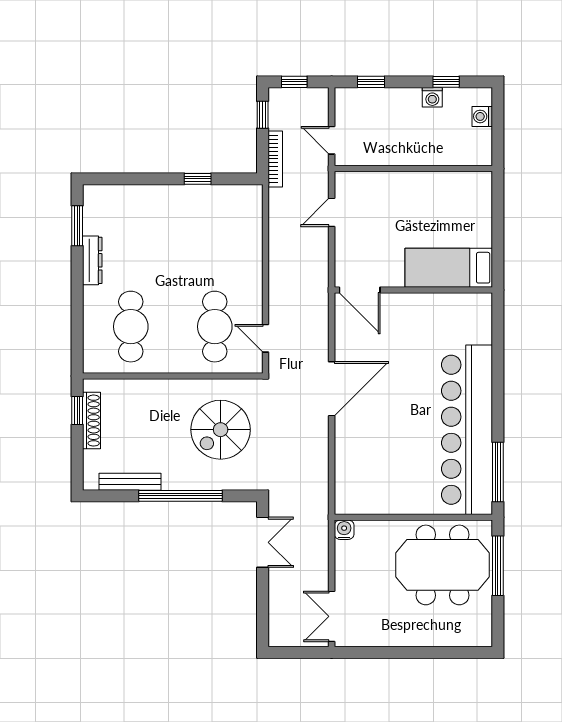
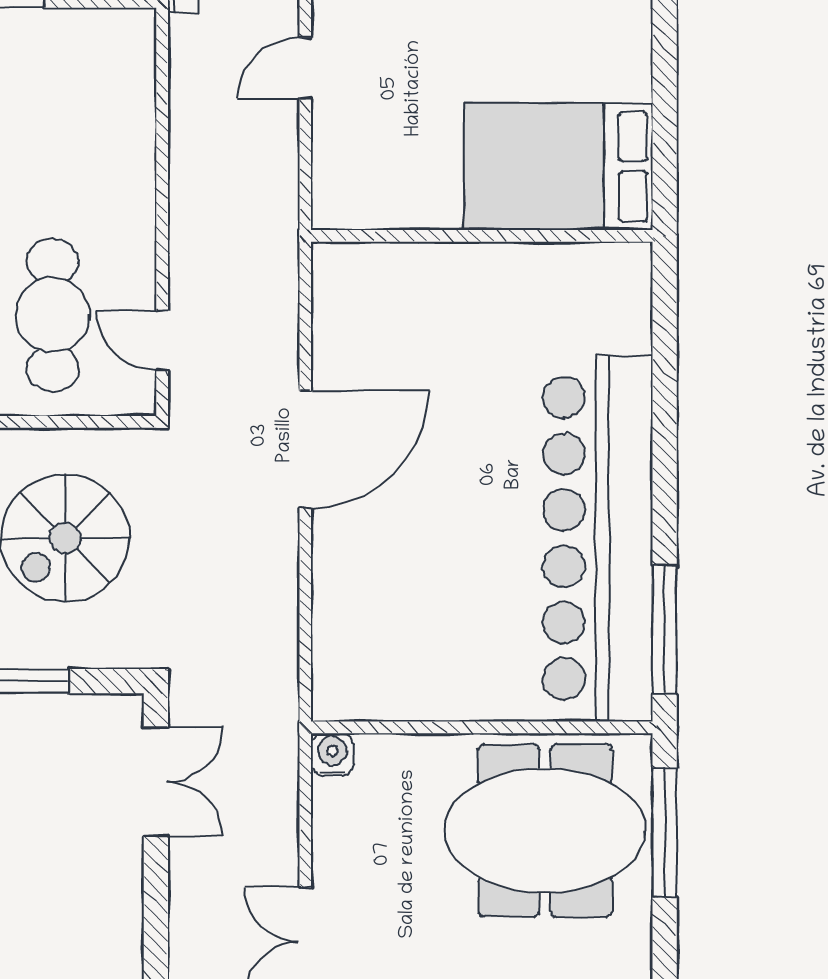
bed: (449, 268) -> (559, 166), width x1.50
door: (360, 290) -> (366, 236), removed

